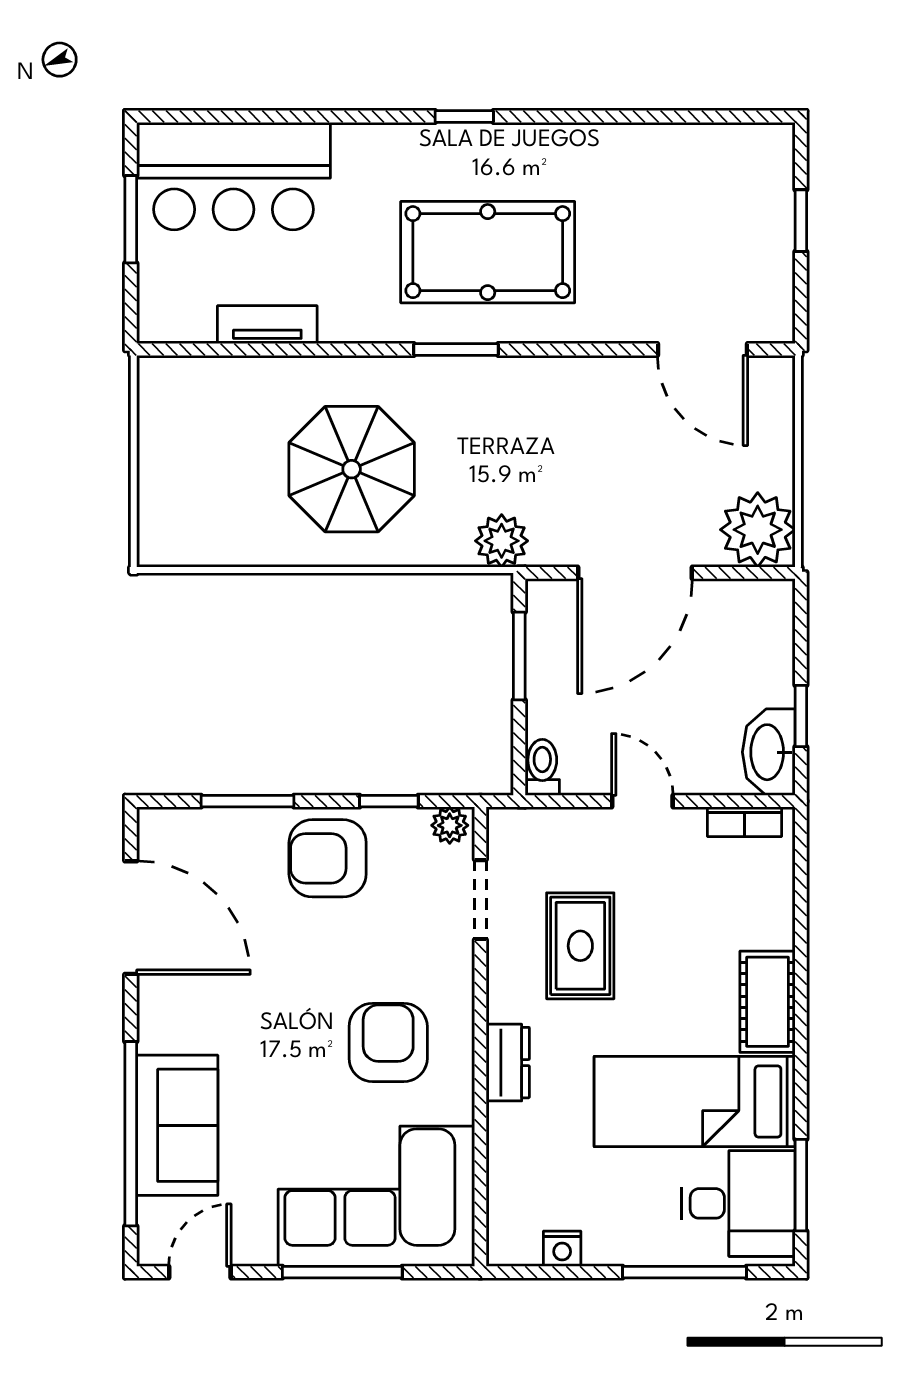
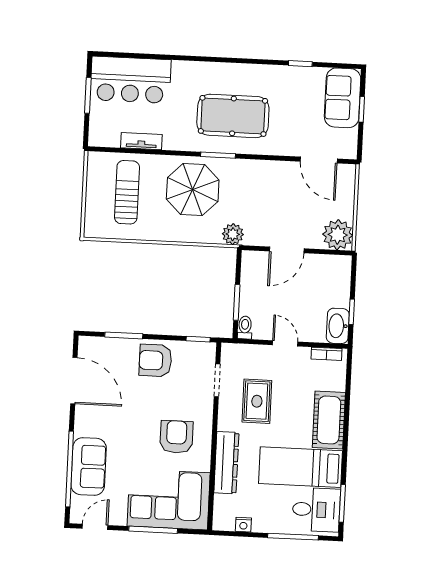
window: (464, 116) -> (300, 64), moved
sofa: (753, 195) -> (343, 98), added
sun lounger: (238, 451) -> (127, 192), added
parasol: (352, 469) -> (193, 189), moved
door: (635, 573) -> (287, 250), width x0.73
window: (519, 656) -> (237, 302), moved
window: (389, 801) -> (198, 339), moved
plant: (450, 825) -> (206, 349), removed
cot: (768, 1002) -> (329, 420), width x1.37, depth x1.34
dresser: (508, 1063) -> (226, 463), width x1.96, depth x1.24

